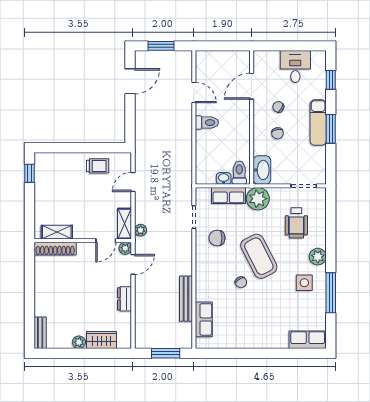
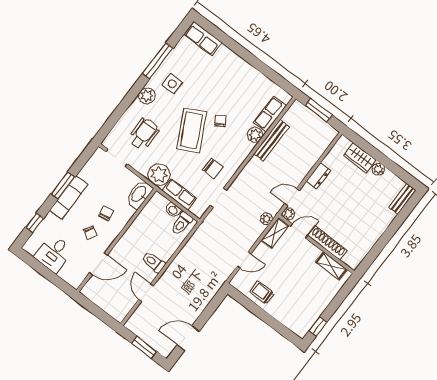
toilet: (239, 173) -> (182, 223), moved
shoe rack: (55, 249) -> (327, 243), moved
plant: (203, 293) -> (255, 135), added

